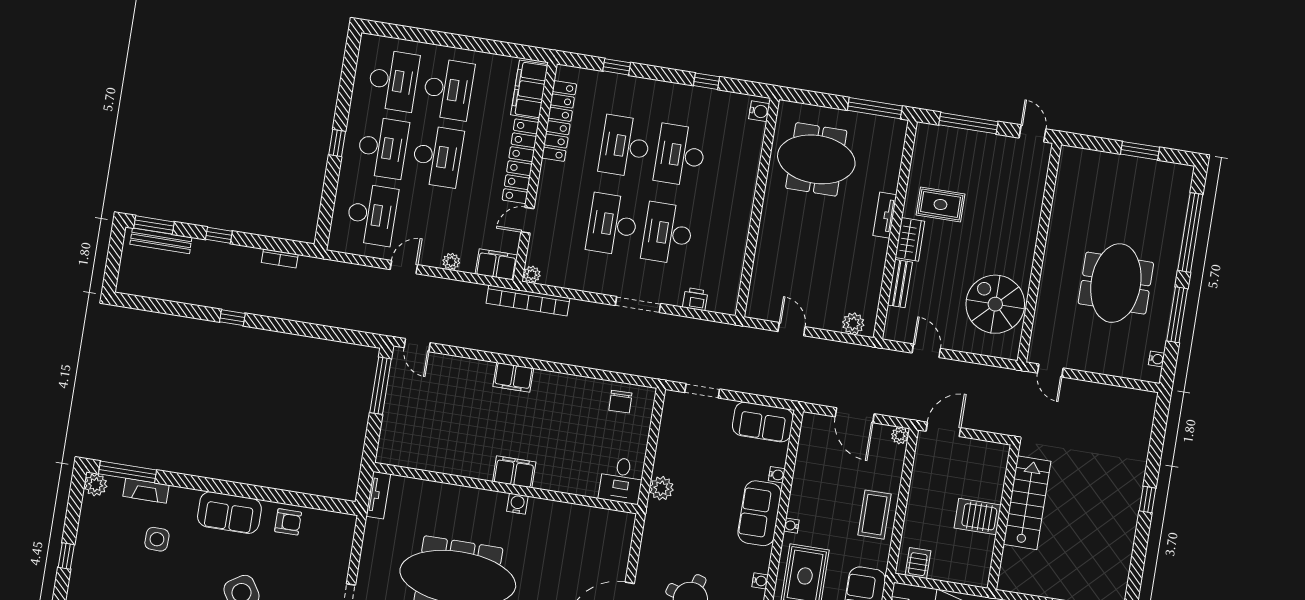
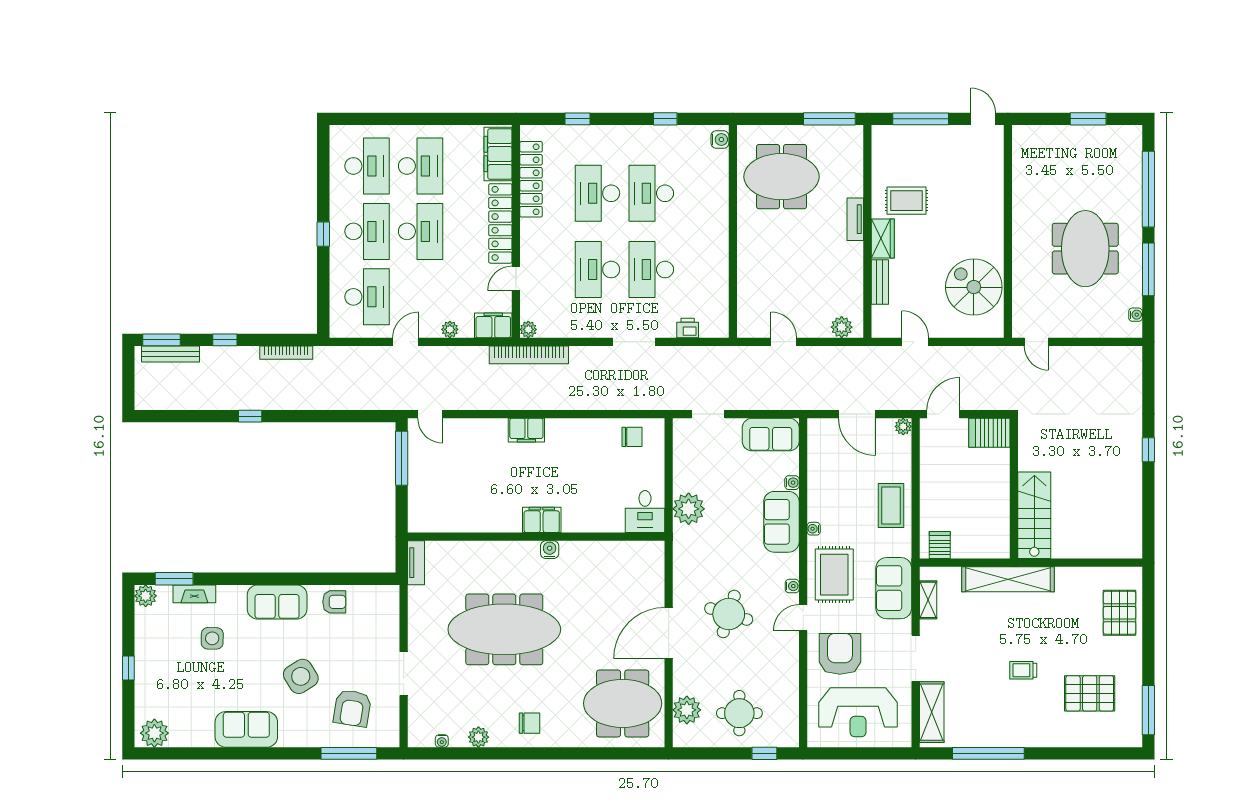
bookcase: (280, 258) -> (286, 353), width x1.56
chair: (620, 402) -> (632, 437), turned -89
window: (128, 472) -> (174, 579), width x0.69
plant: (661, 488) -> (689, 509), width x1.36, depth x1.36
stairs: (1027, 503) -> (1034, 515), moved
server rack: (978, 517) -> (989, 433), moved

